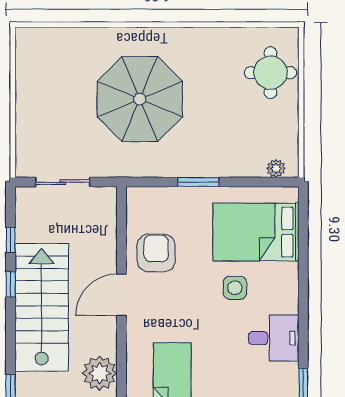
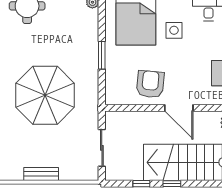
bench: (25, 93) -> (41, 174), added
armchair: (156, 253) -> (150, 84), turned 95

